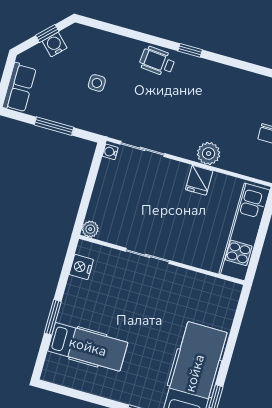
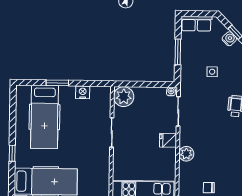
fridge: (199, 180) -> (168, 140), moved
plant: (90, 229) -> (124, 97), width x1.88, depth x1.88
nightstand: (81, 267) -> (83, 92), moved
hospital bed: (88, 347) -> (44, 117), width x1.37, depth x1.29

